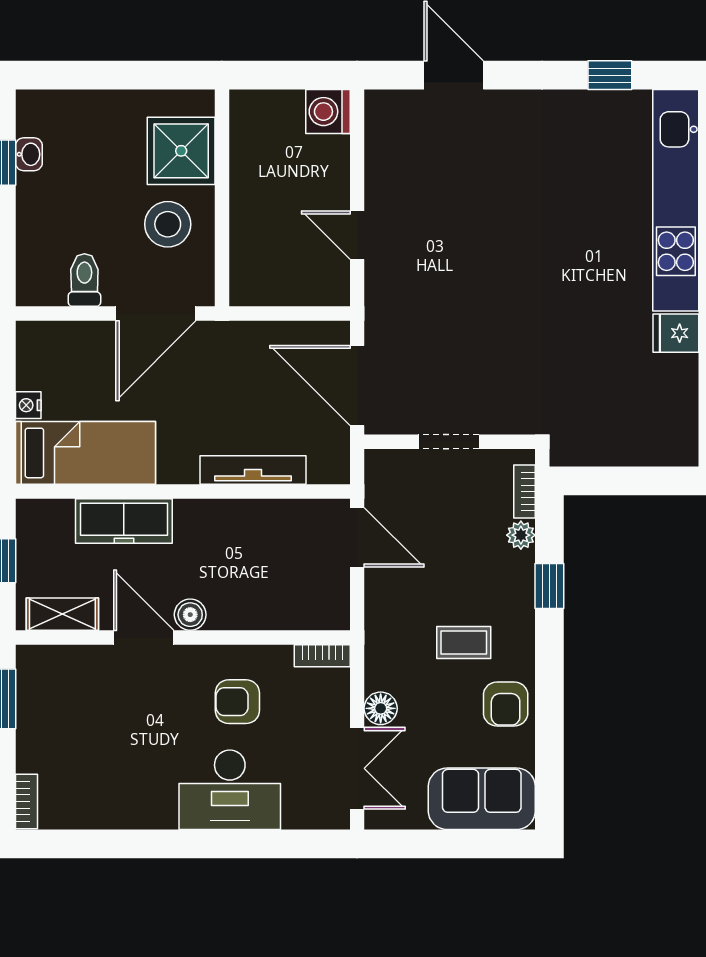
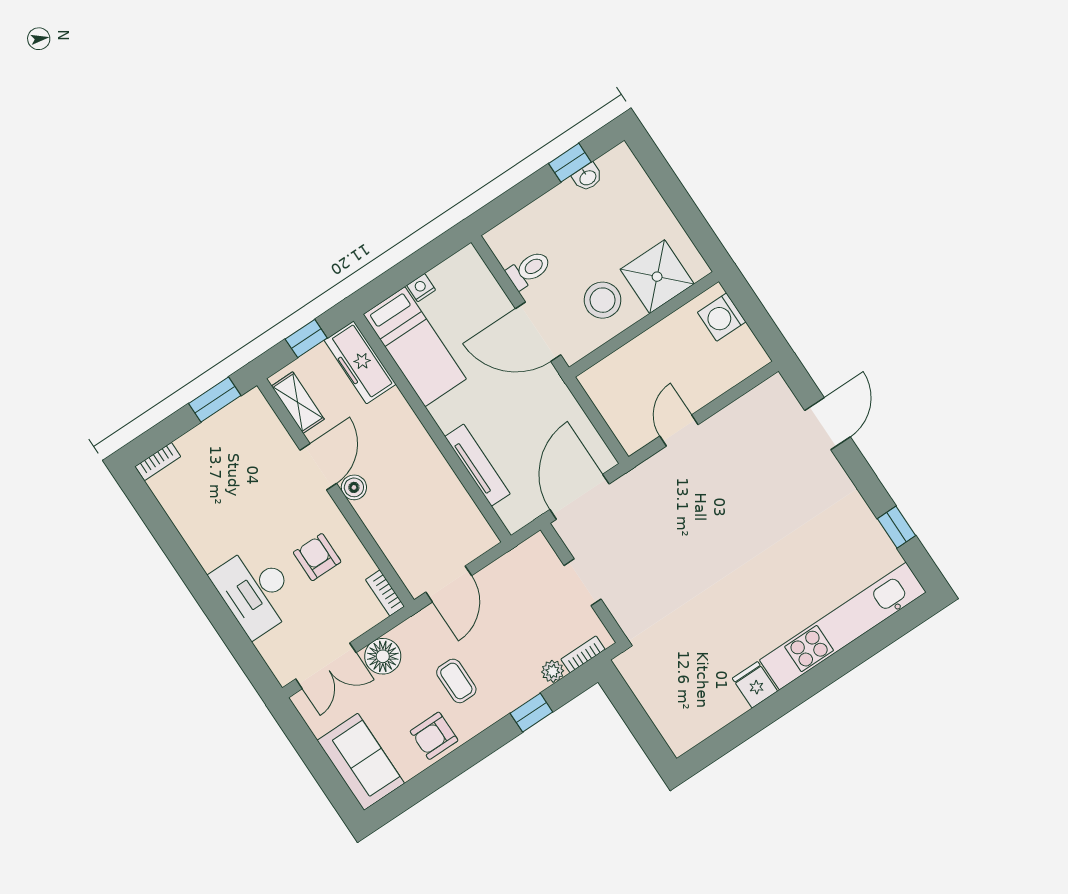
washing machine: (328, 112) -> (722, 317), moved, turned -90
freezer: (124, 521) -> (360, 362), moved
door: (357, 537) -> (449, 584), moved
floor lamp: (381, 708) -> (383, 656), width x1.38, depth x1.38

